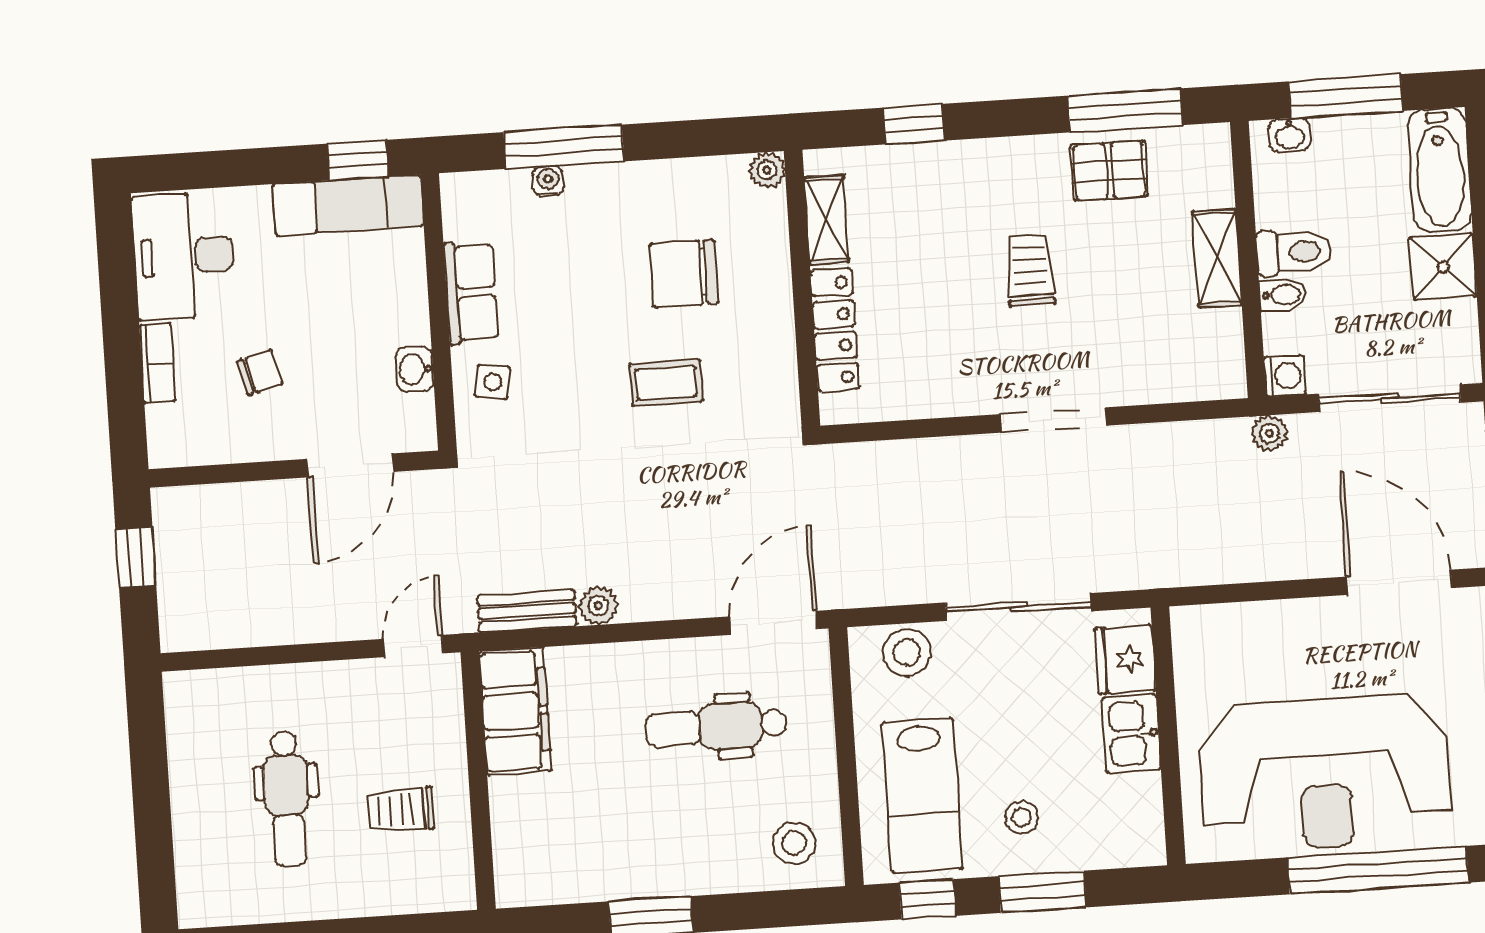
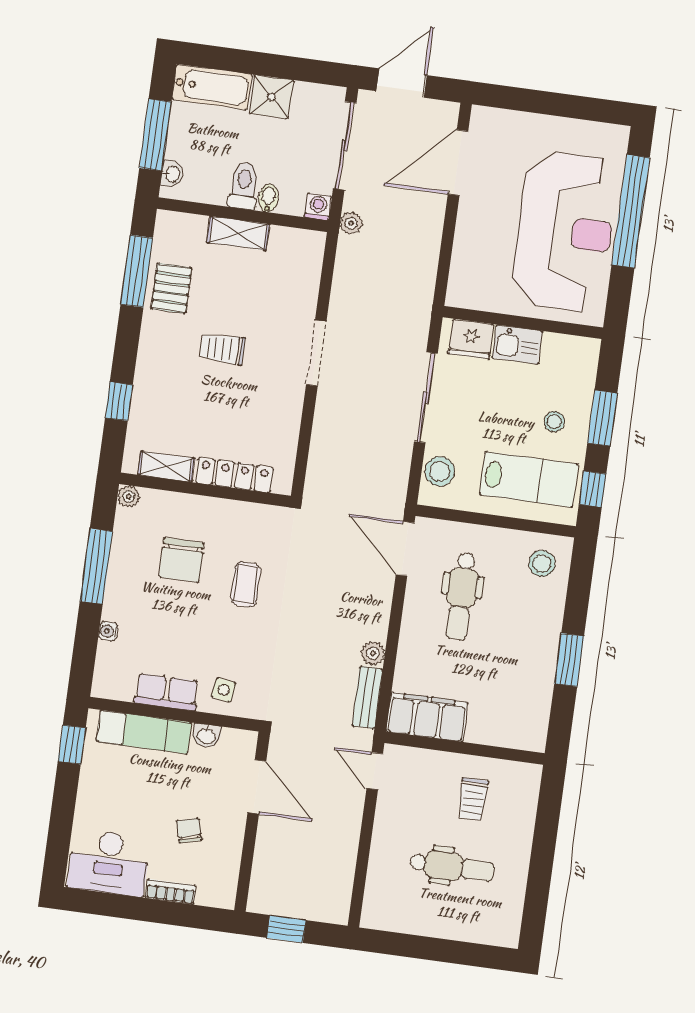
window: (564, 147) -> (96, 566), moved
exam couch: (348, 205) -> (144, 732), moved, turned 90

